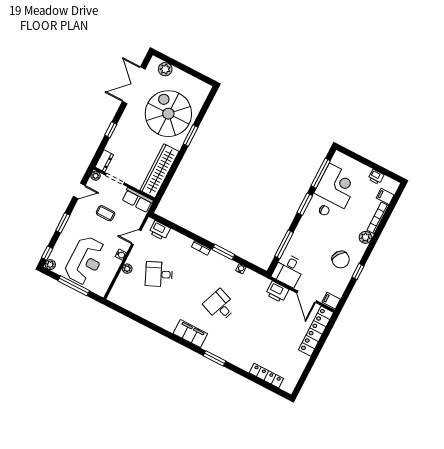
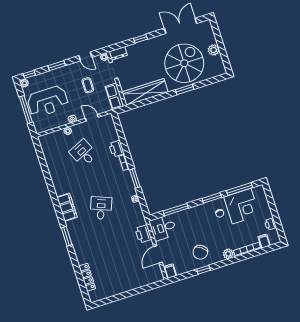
plant: (165, 69) -> (214, 50), moved
printer: (160, 230) -> (116, 149), moved
locker: (316, 331) -> (143, 280), removed

